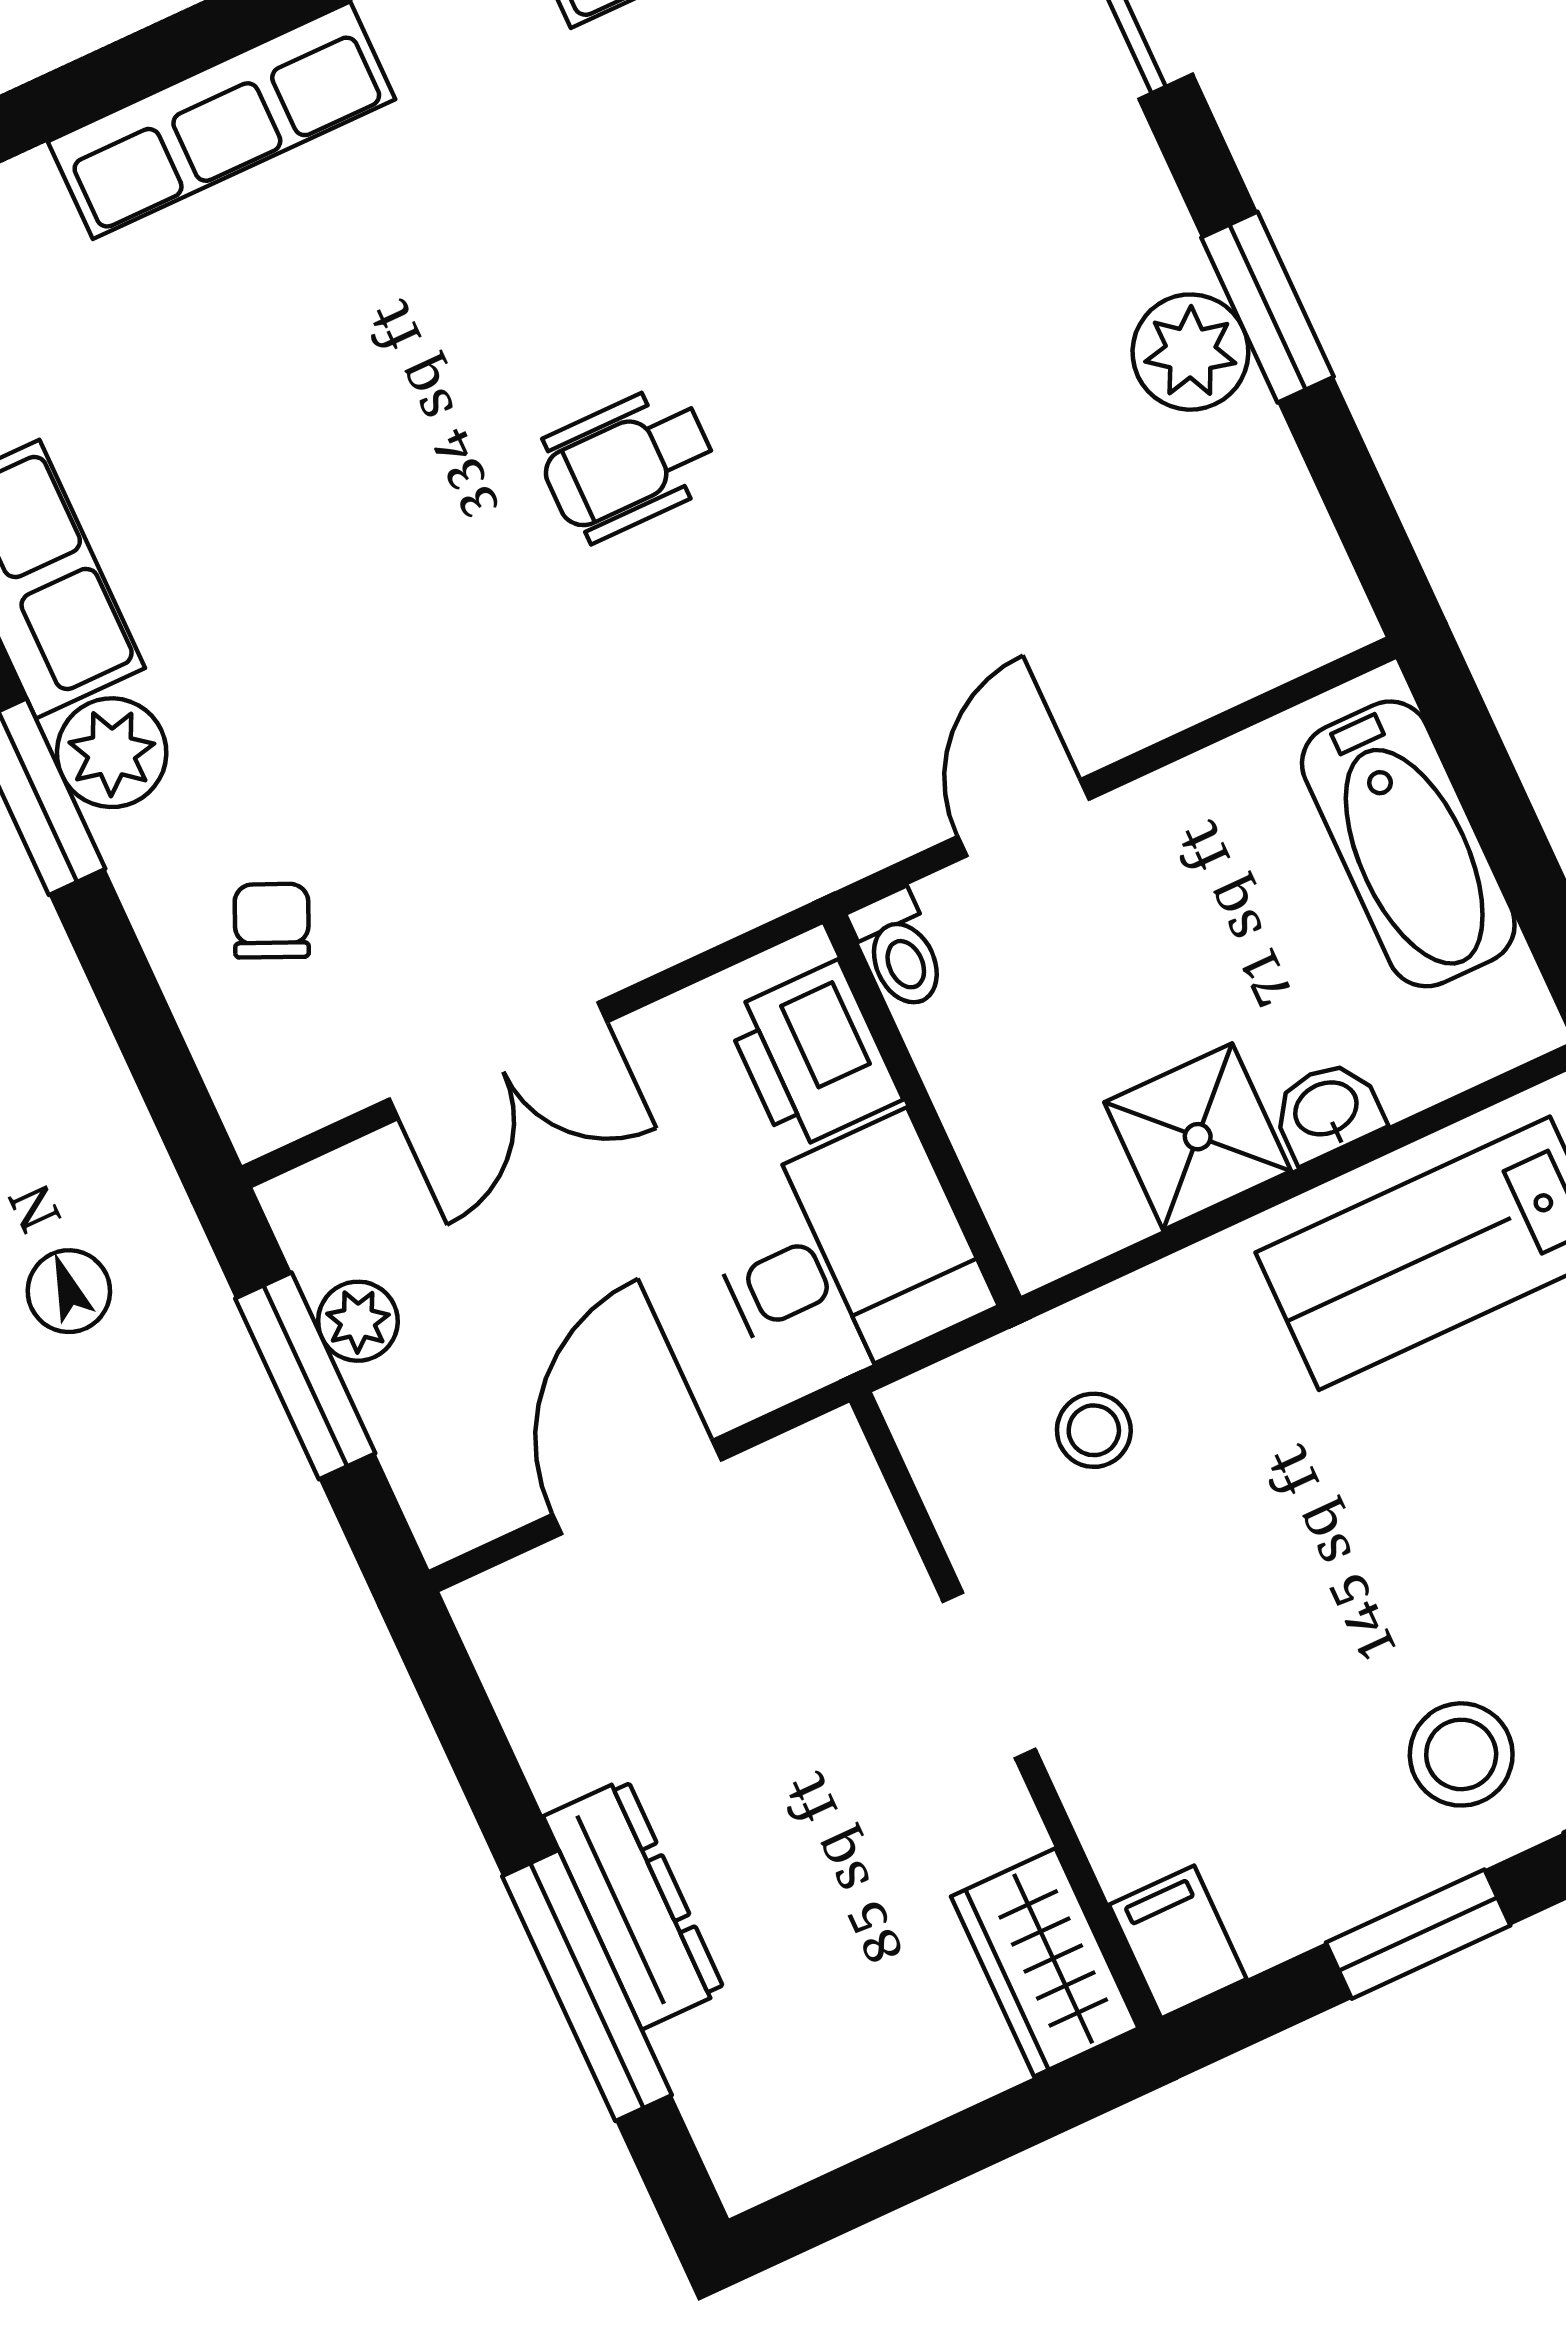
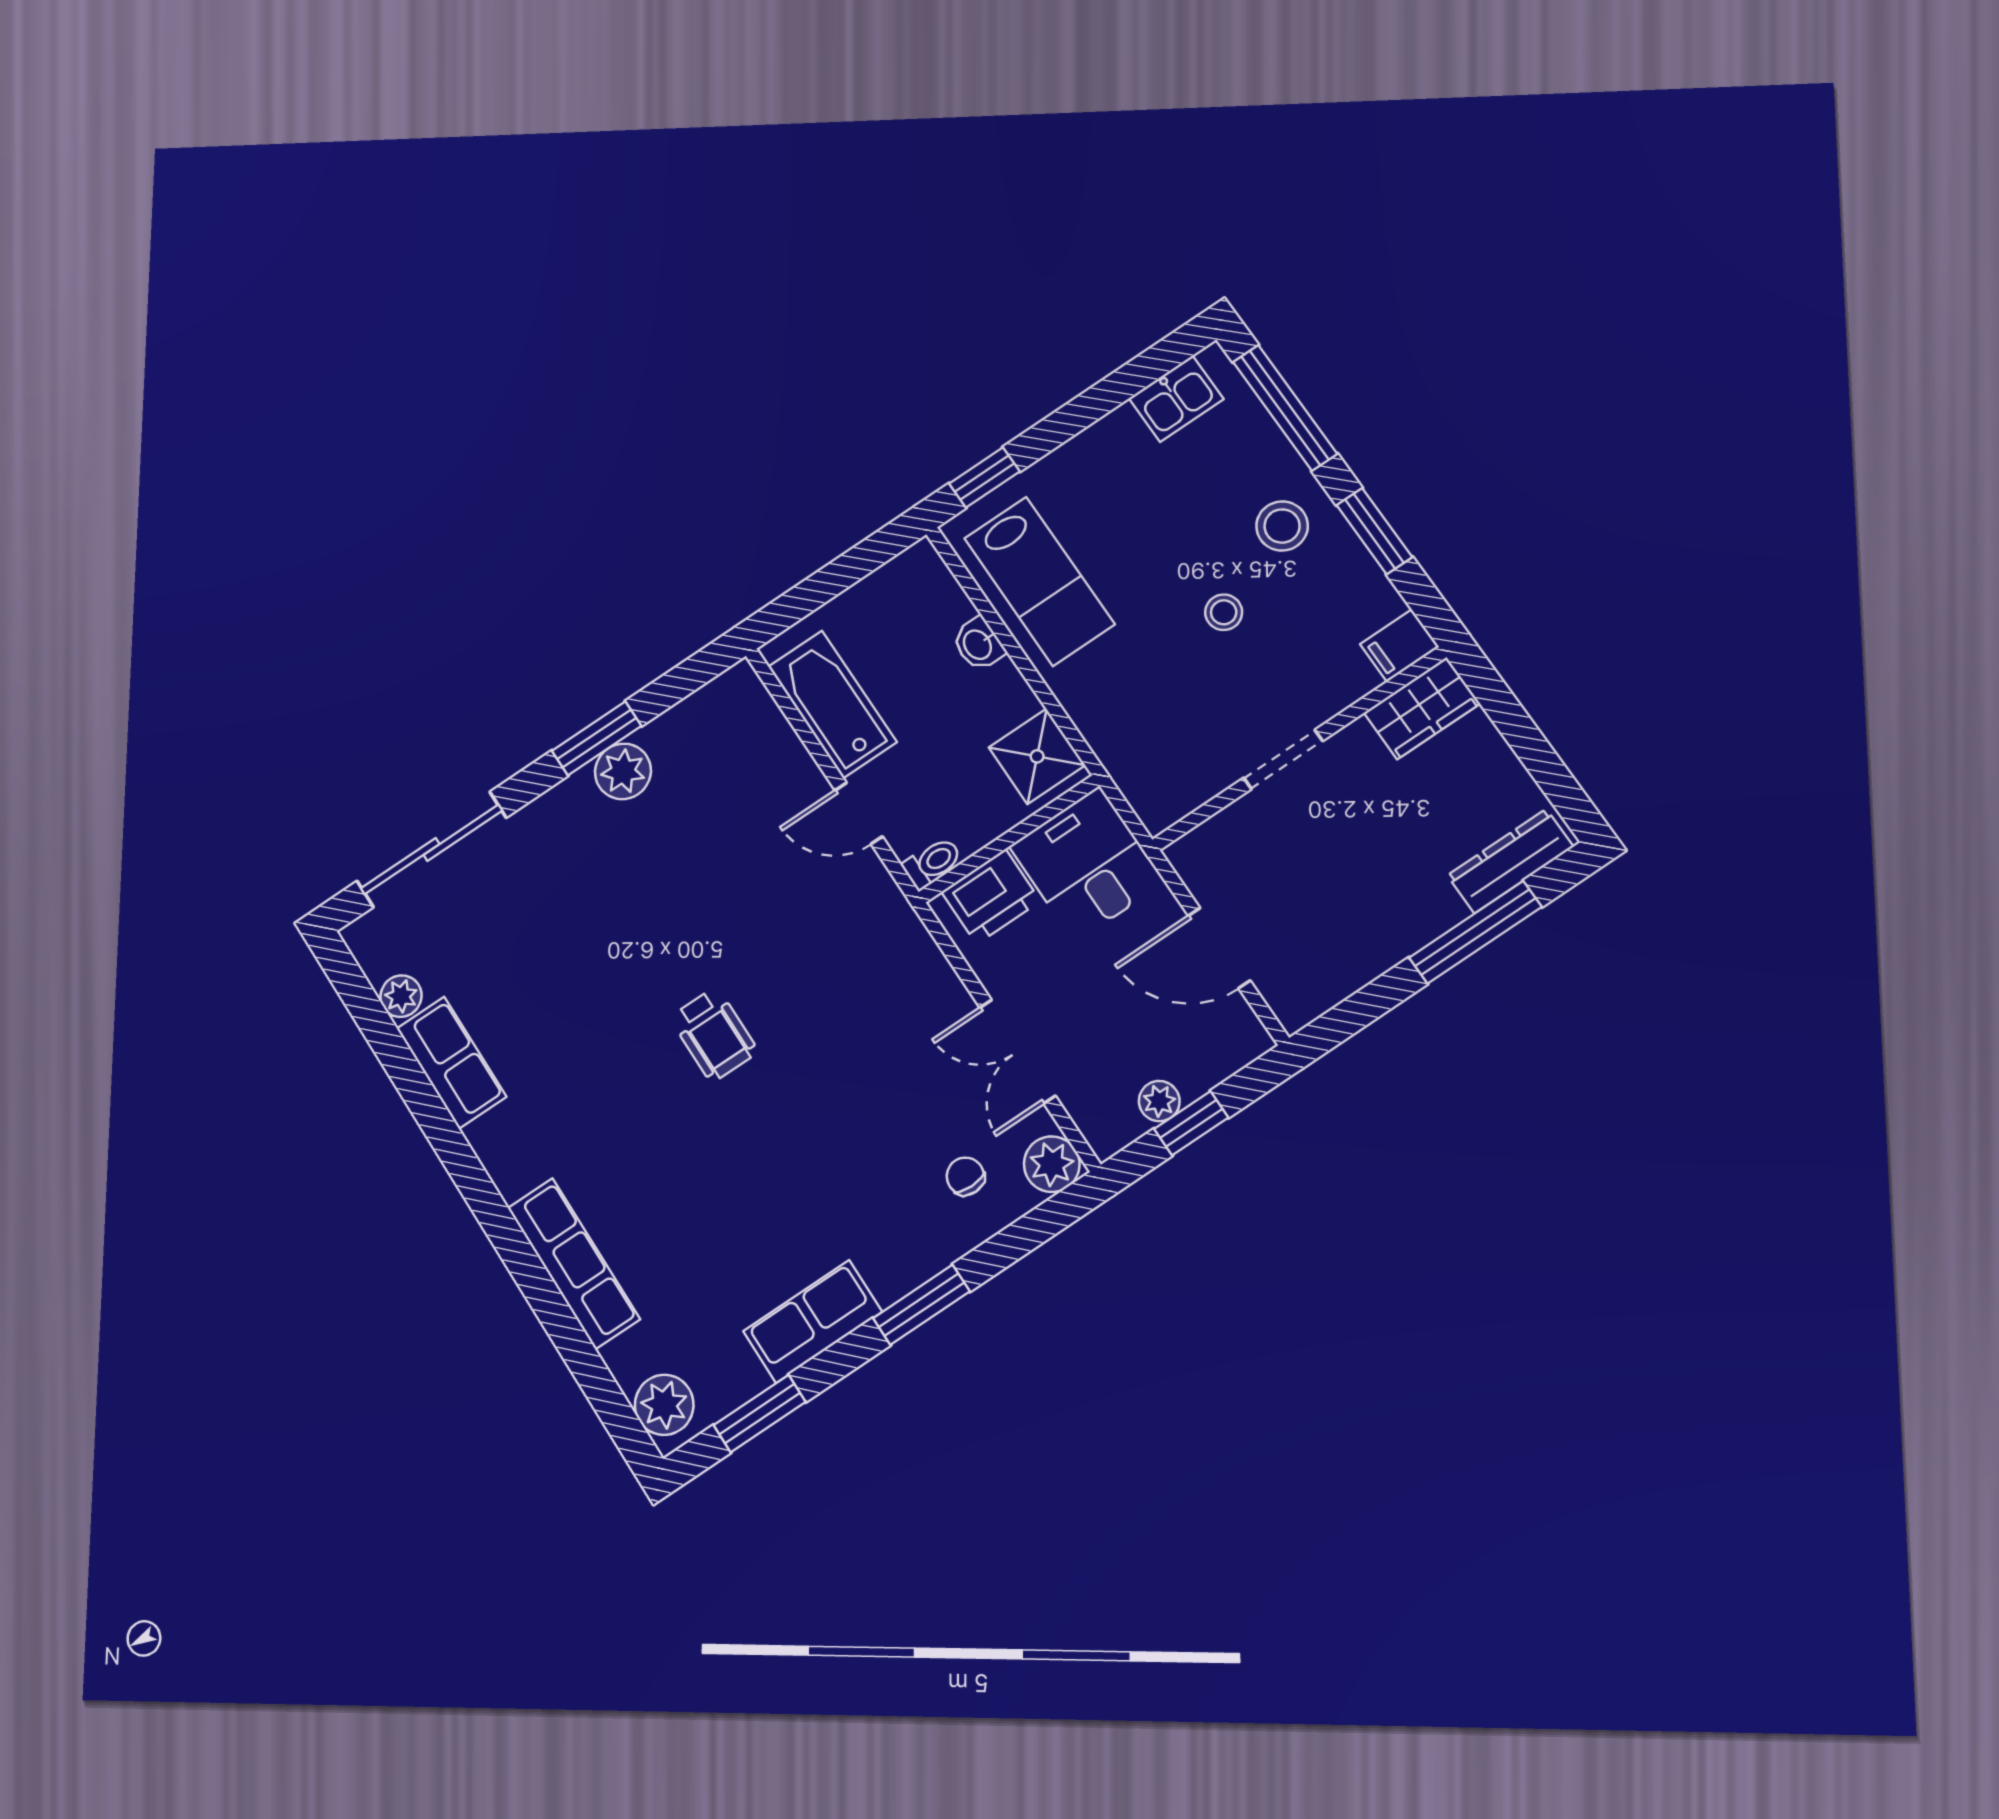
plant: (112, 753) -> (1052, 1164), moved
bathtub: (1408, 844) -> (832, 704), moved, turned -90
chair: (272, 921) -> (965, 1176), turned 66
double door: (498, 1061) -> (1018, 1052), swing flipped
shower: (1198, 1137) -> (1037, 756), moved
window: (305, 1376) -> (1191, 1123), width x0.67
stool: (1094, 1430) -> (1224, 612), moved
dresser: (634, 1904) -> (1510, 861), moved

